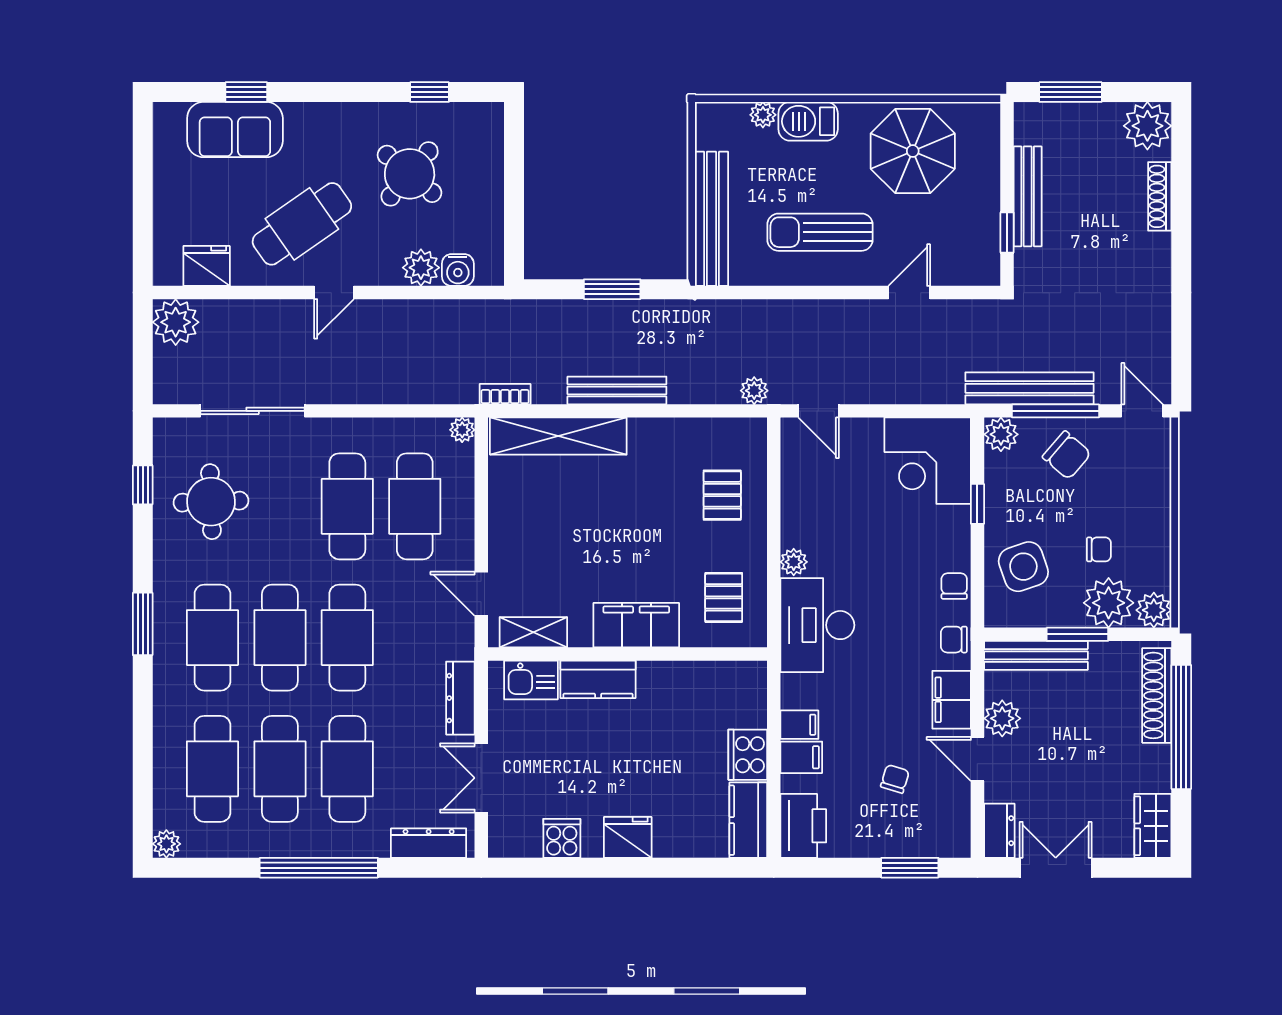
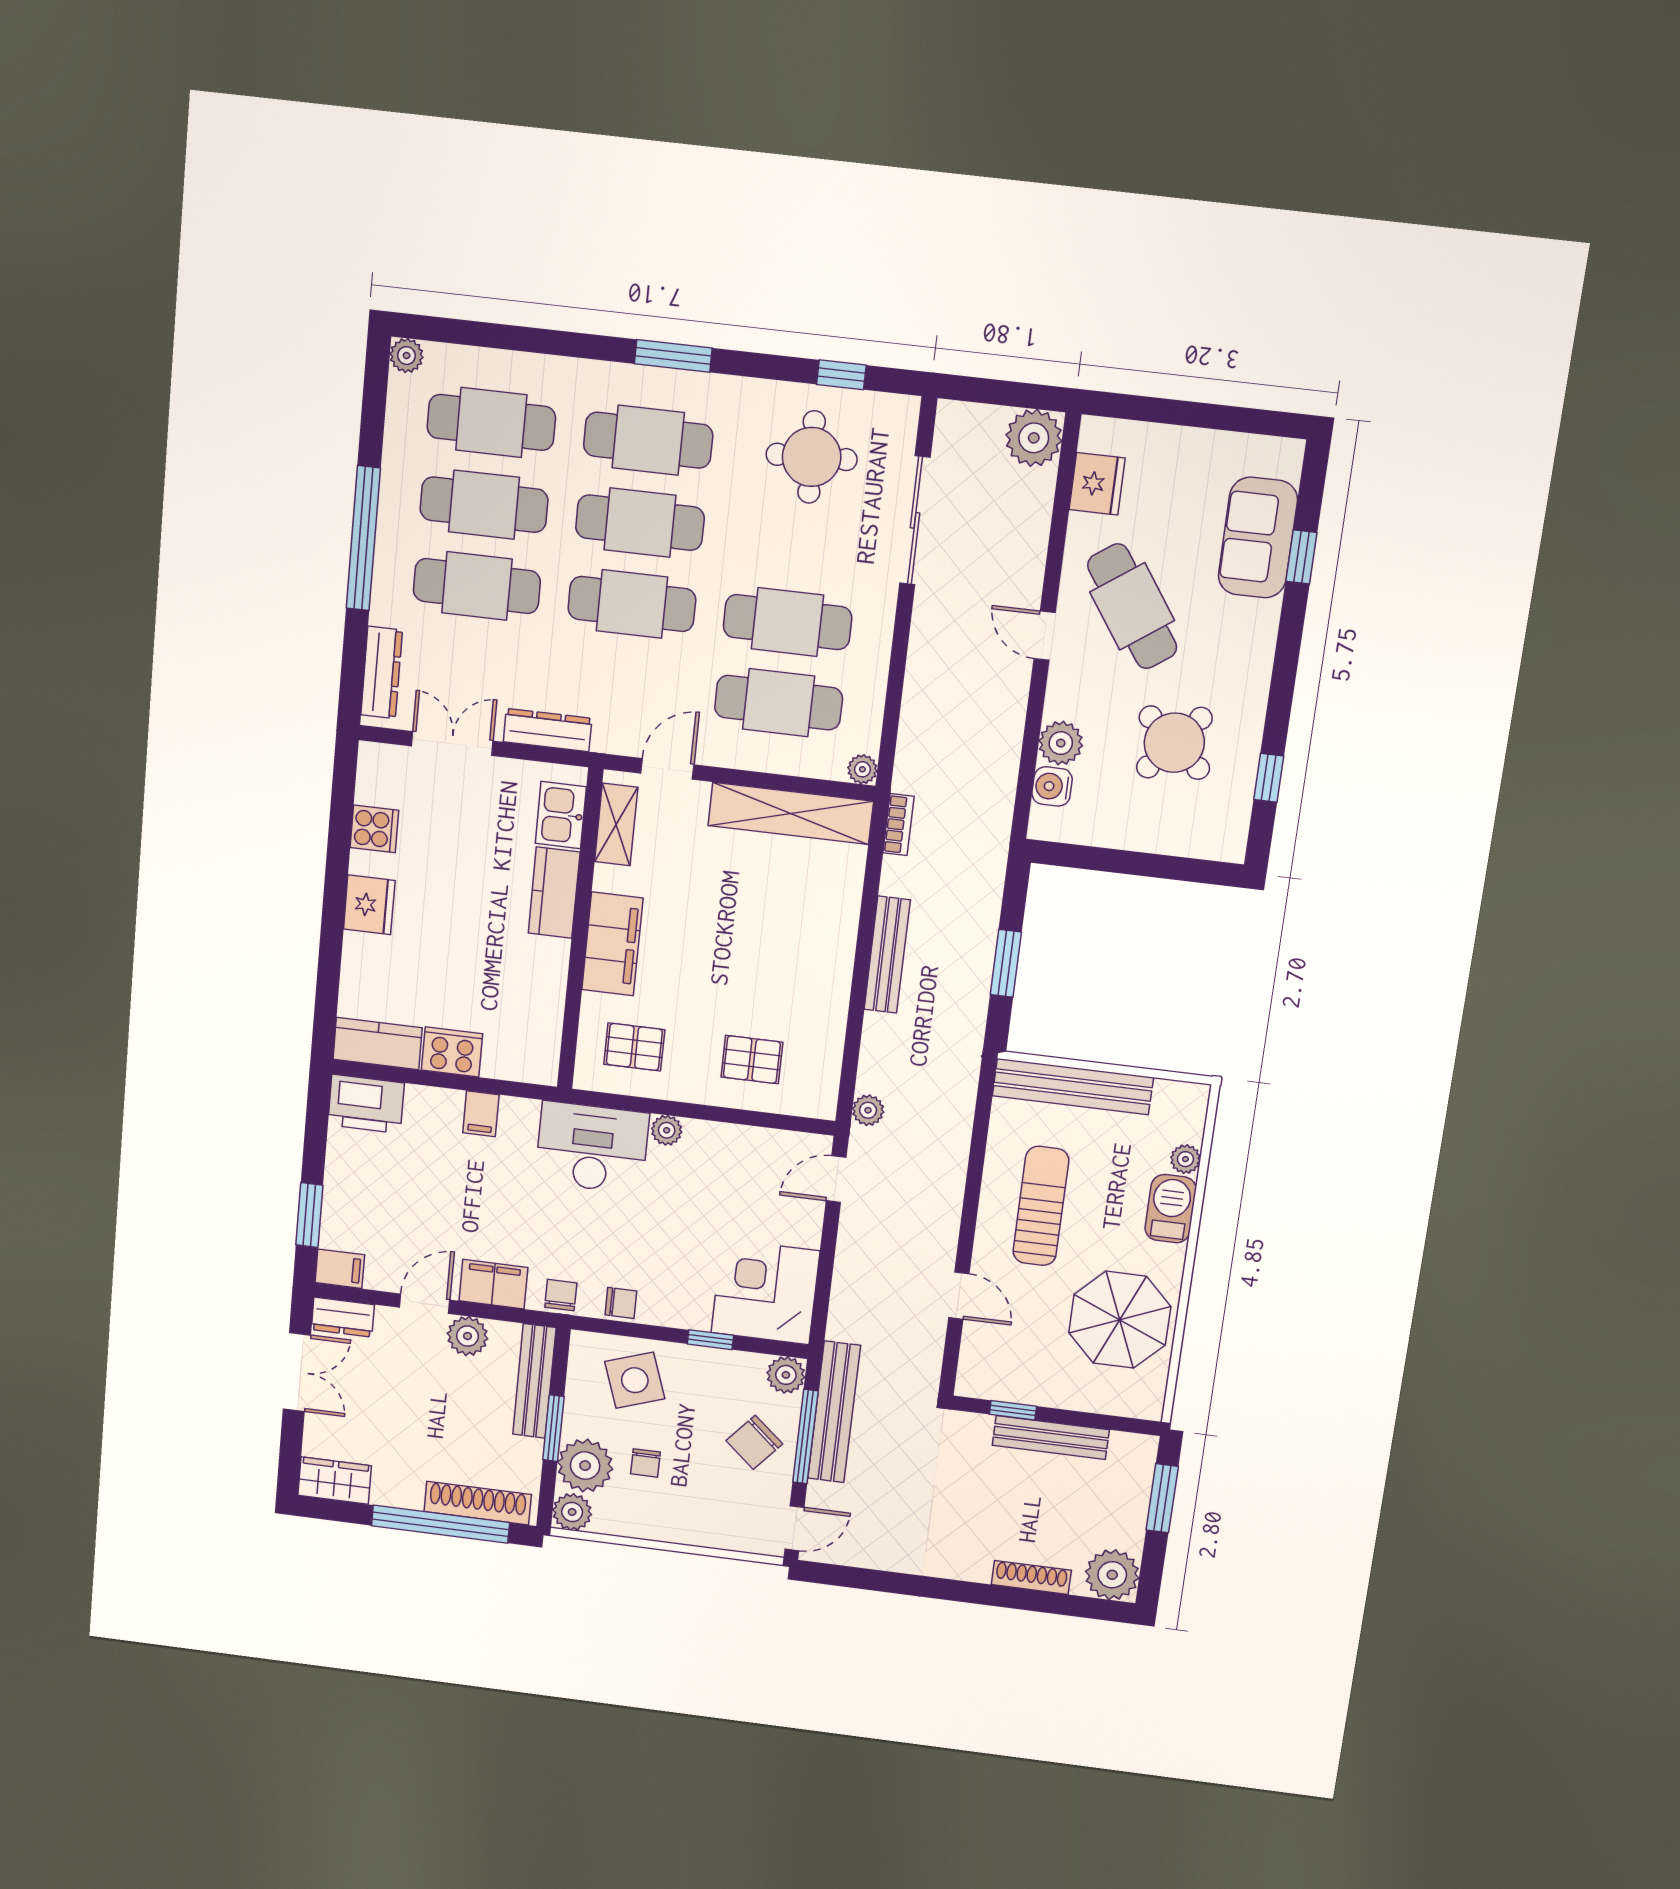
shelving: (558, 436) -> (791, 813), moved, turned 90
filing cabinet: (801, 757) -> (340, 1269), moved, turned -90
chair: (895, 779) -> (410, 1211), removed

